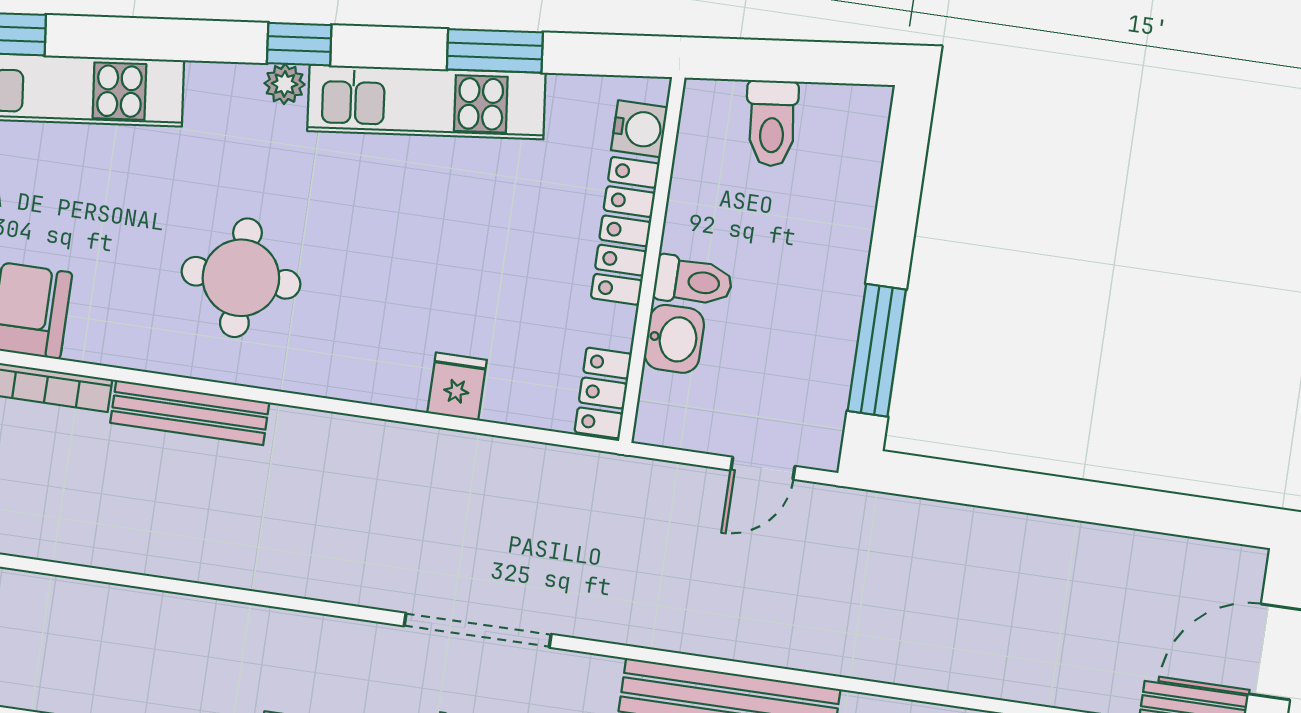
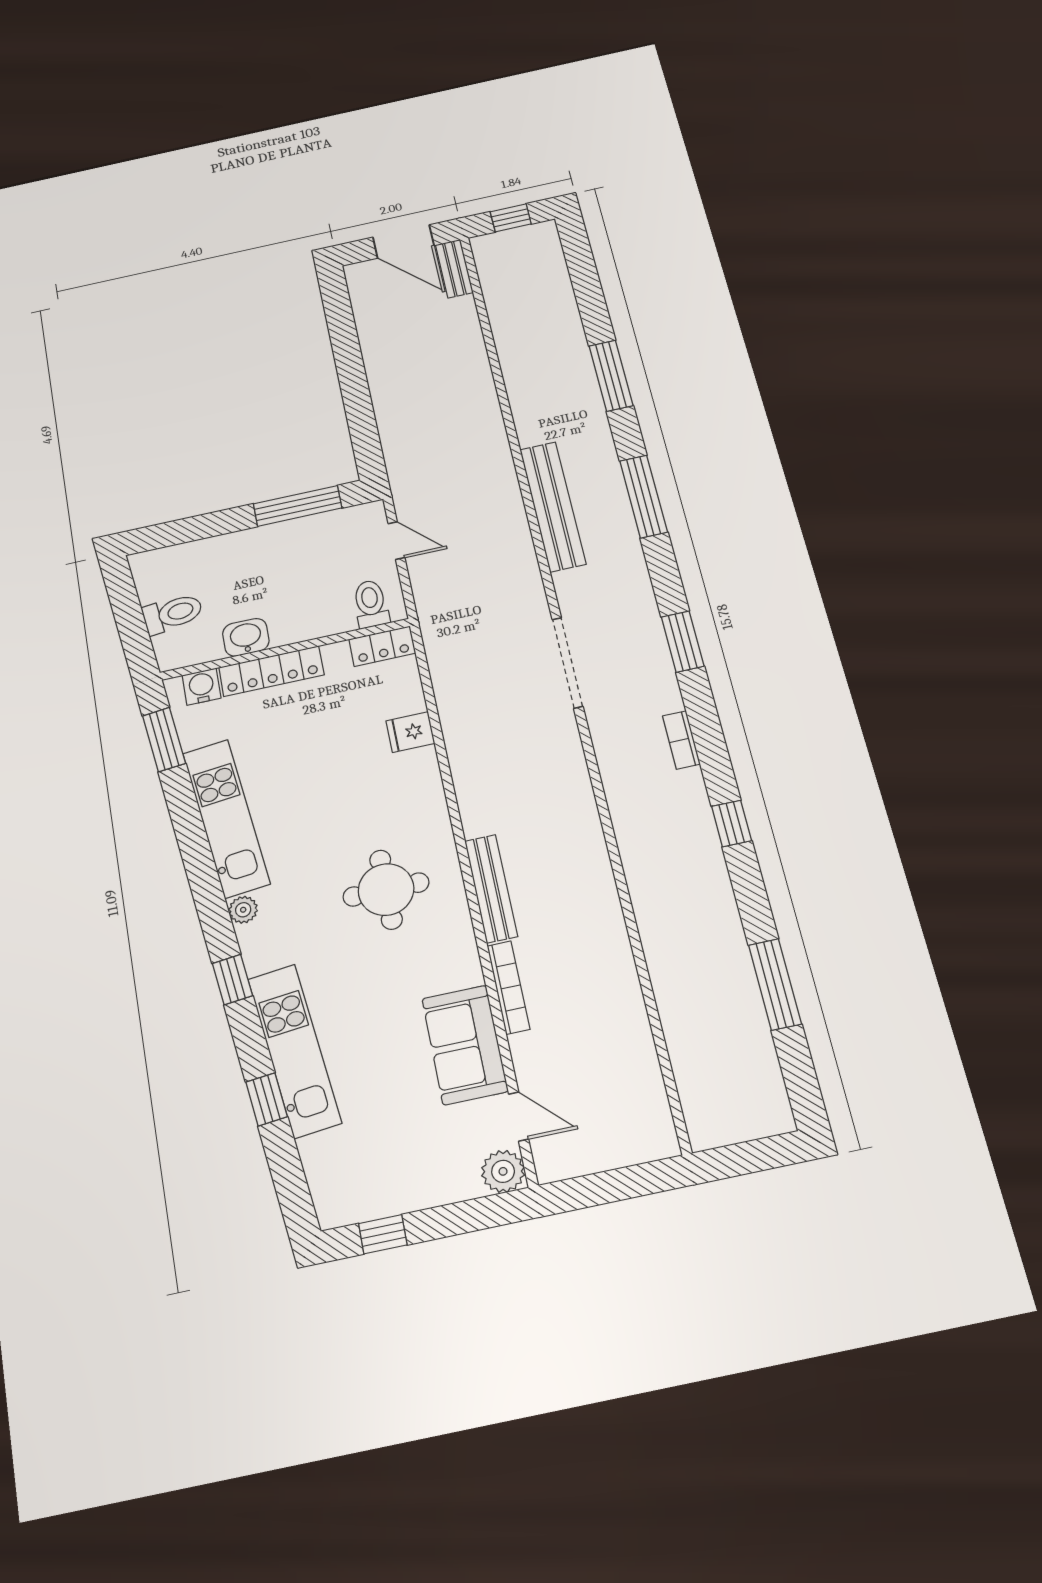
window: (299, 44) -> (232, 980), moved
window: (495, 51) -> (164, 740), moved
toilet: (693, 281) -> (371, 604), moved
washbasin: (674, 339) -> (246, 637), moved

